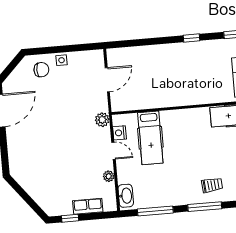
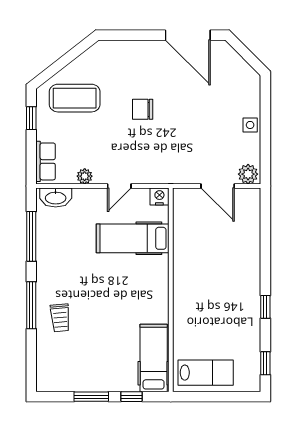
chair: (41, 70) -> (143, 109), moved, turned 90
plant: (102, 120) -> (248, 174), moved
nightstand: (120, 133) -> (159, 196), moved
coffee table: (53, 188) -> (75, 98), added
row of seats: (88, 206) -> (46, 161), moved

